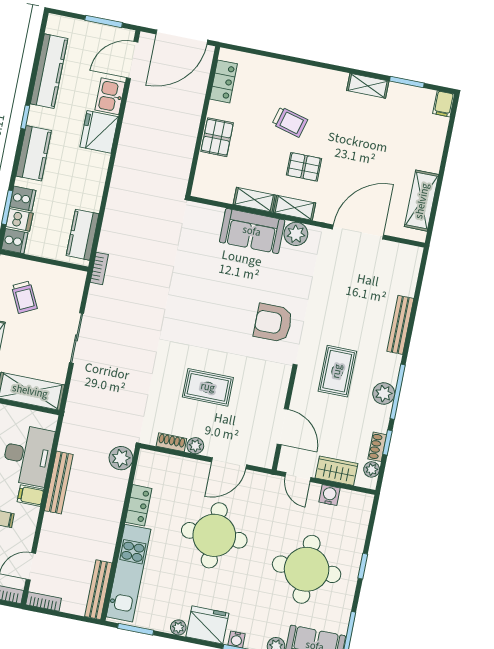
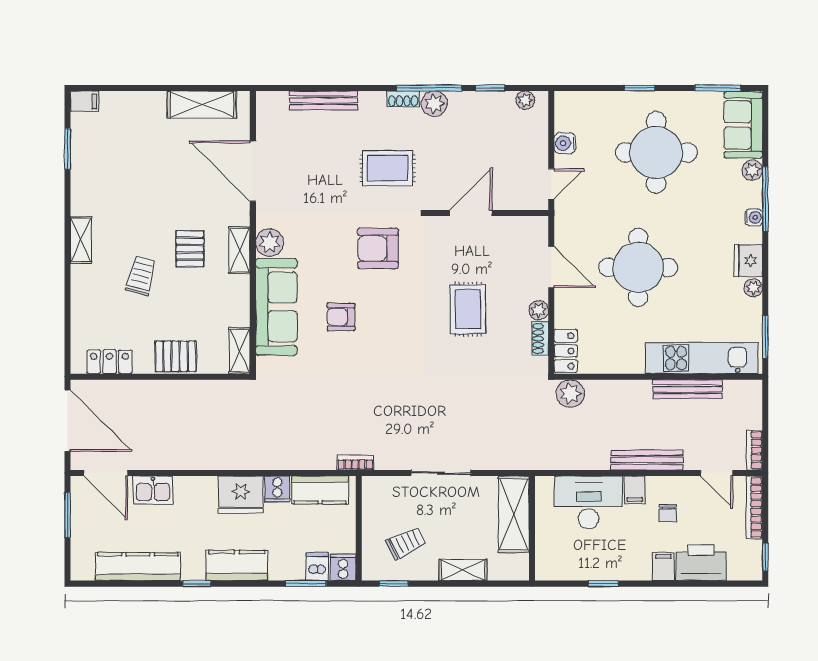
shelving: (368, 86) -> (81, 240), moved
fridge: (99, 132) -> (241, 495), moved
cooker: (23, 199) -> (277, 489), moved, turned 180
shelving: (254, 200) -> (240, 351), moved
sofa: (252, 231) -> (276, 307), width x1.36
armchair: (222, 281) -> (341, 317), added
armchair: (273, 323) -> (378, 248), turned 90
bench: (400, 325) -> (324, 100), moved
rug: (337, 371) -> (388, 168), moved
door: (283, 427) -> (471, 213), moved
shoe rack: (377, 447) -> (403, 99), moved
wardrobe: (337, 471) -> (535, 141), removed
bench: (59, 483) -> (647, 460), moved
locker: (138, 505) -> (566, 351), moved, turned 90
bench: (98, 590) -> (688, 389), moved
fridge: (207, 625) -> (748, 261), width x0.73, depth x0.75

